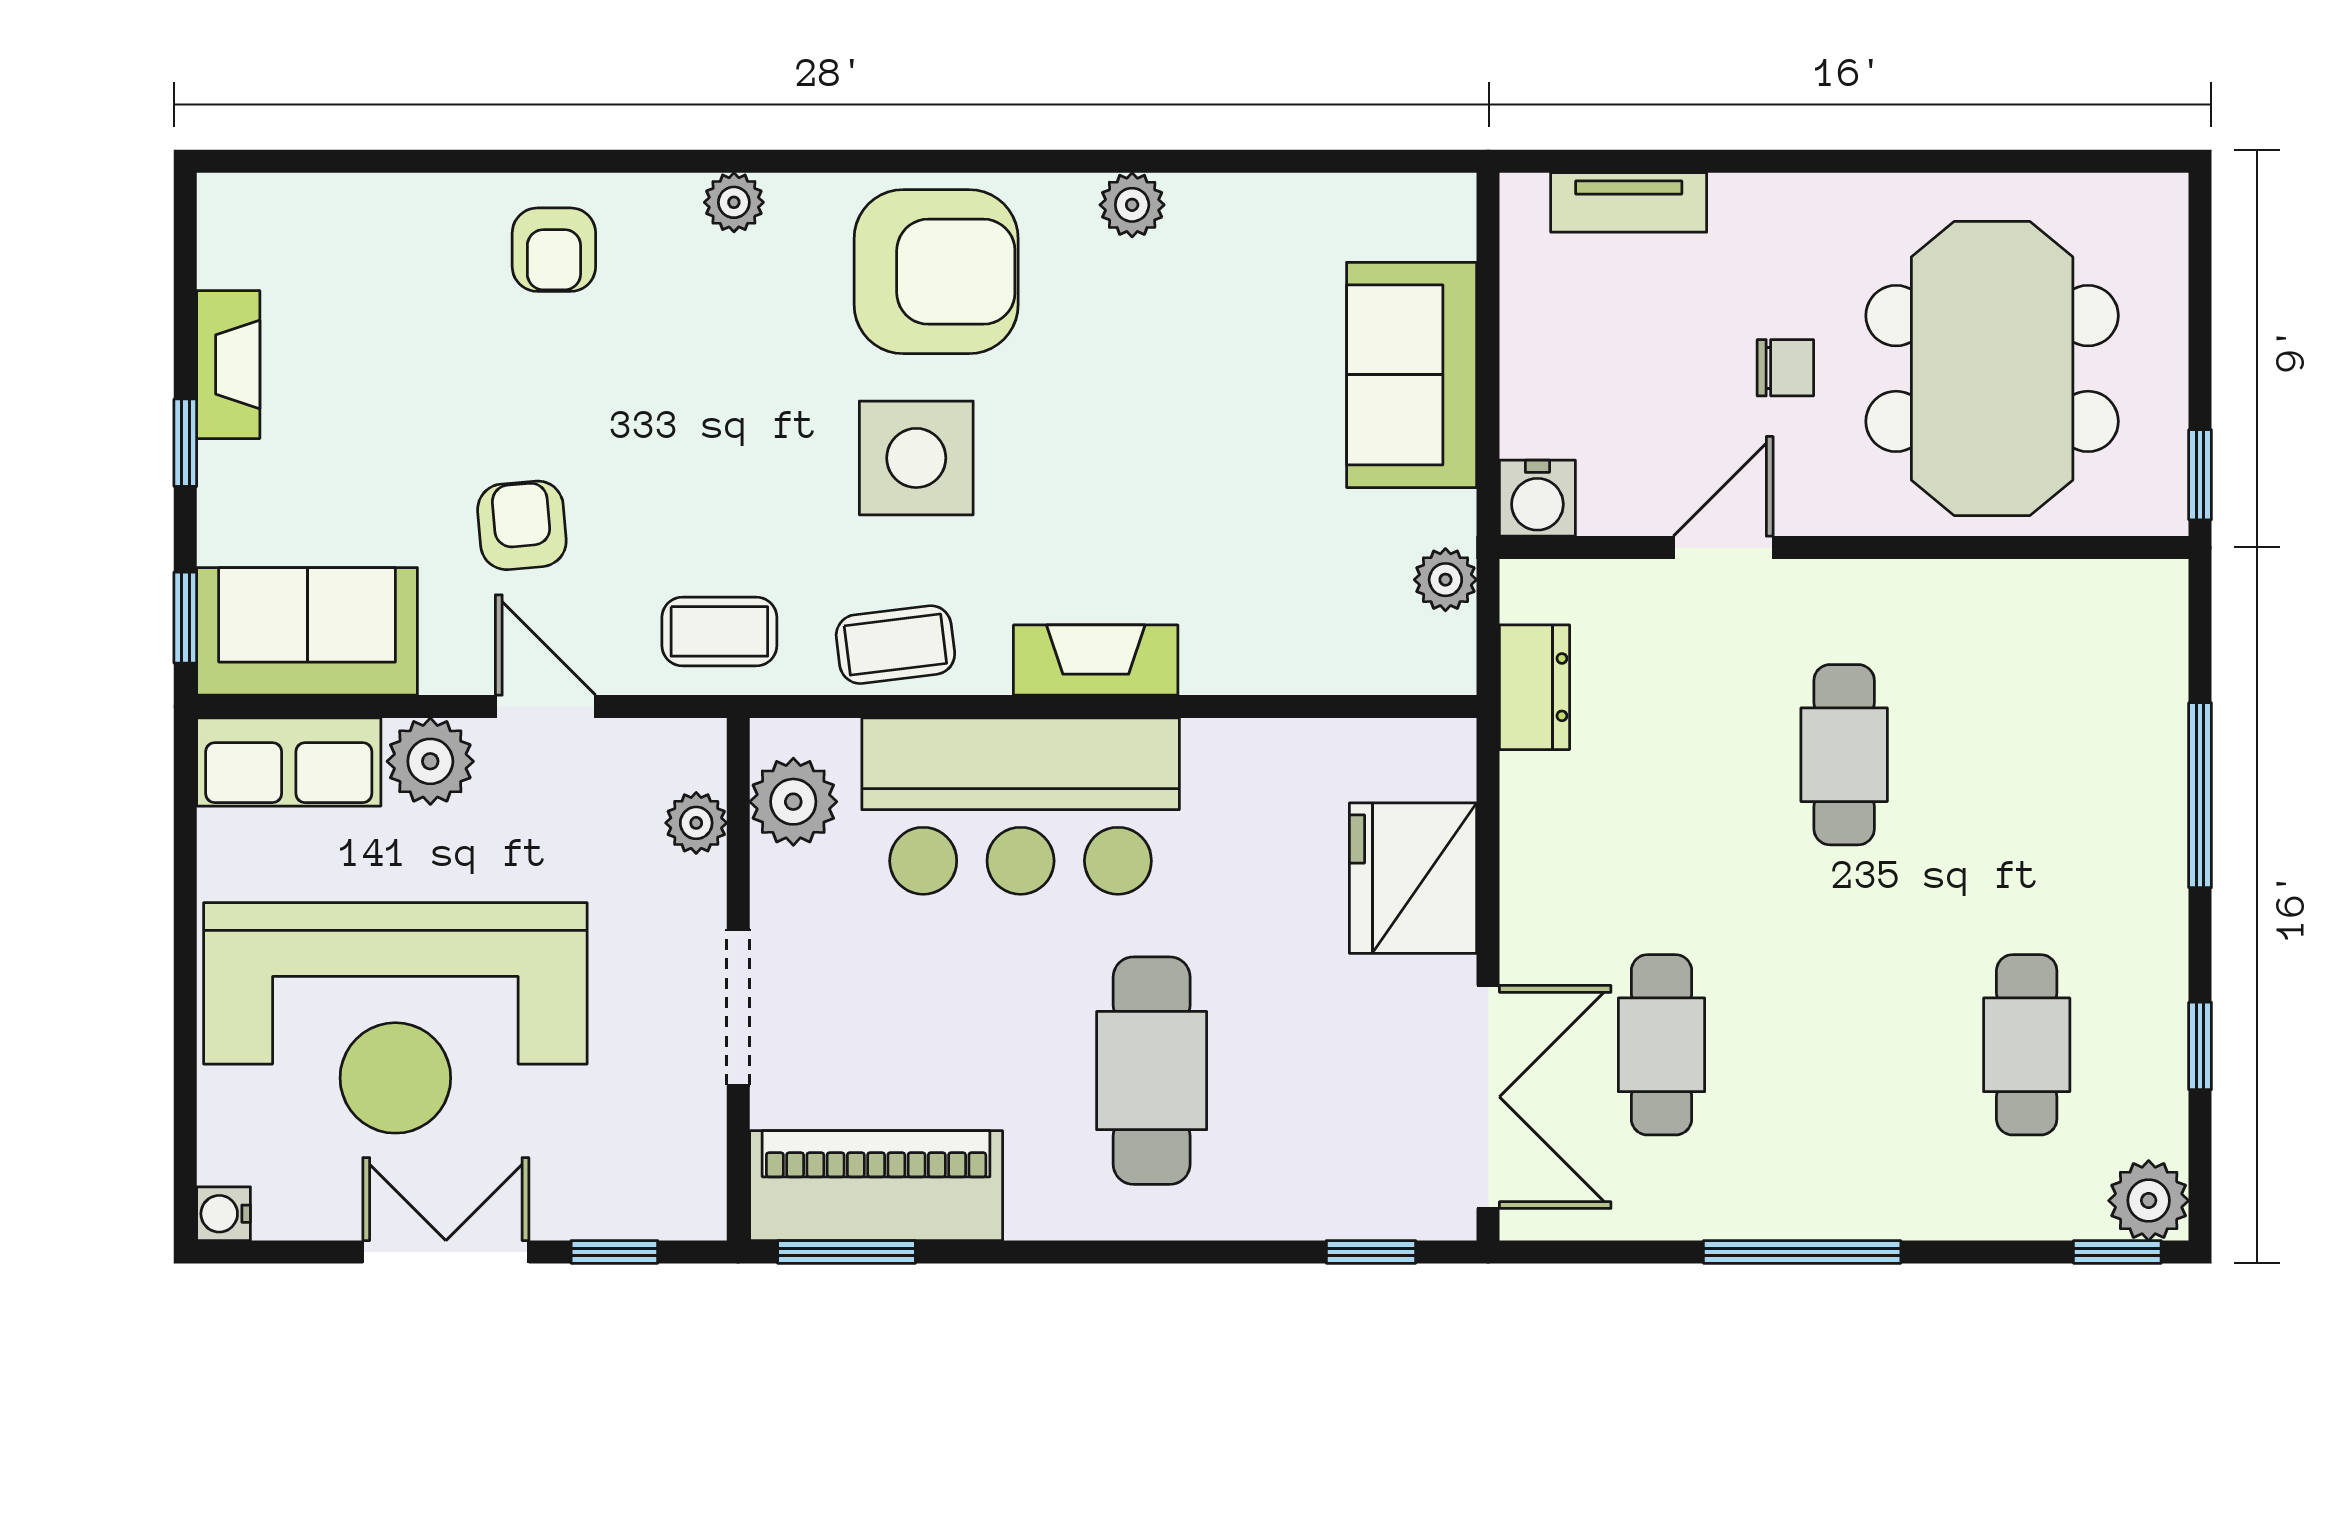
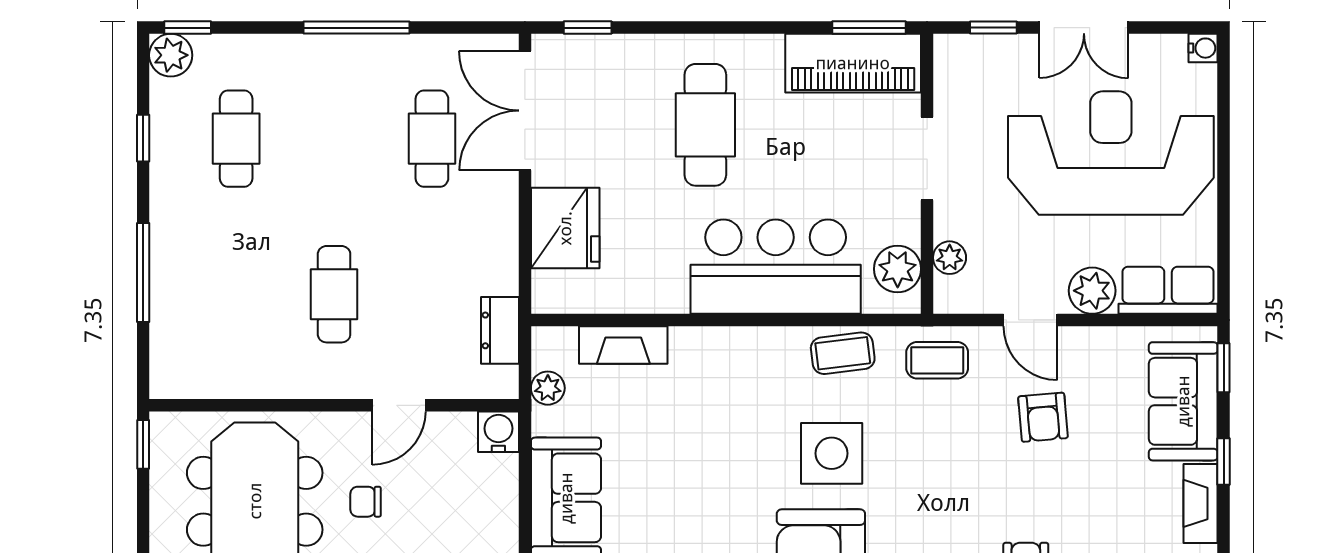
sofa: (307, 631) -> (1183, 401), moved, turned 90
fireplace: (1096, 660) -> (623, 345), moved

